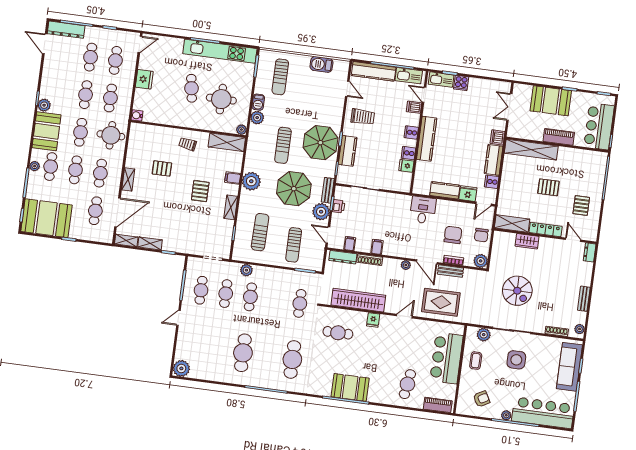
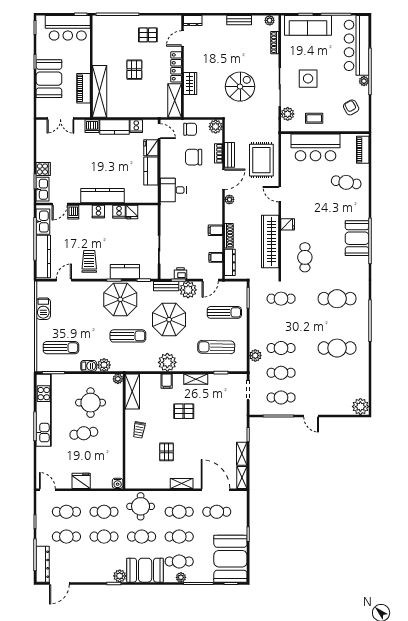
piano: (559, 137) -> (83, 88), moved

